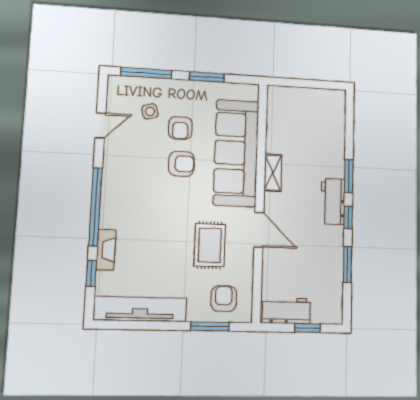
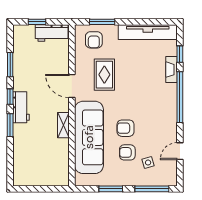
armchair: (180, 128) -> (127, 152), turned -90

